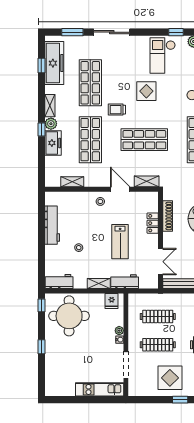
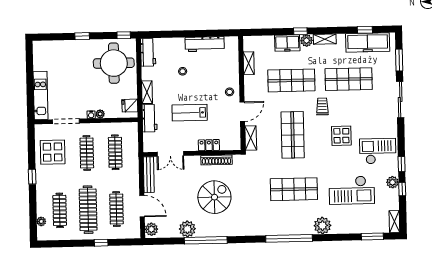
display table: (170, 378) -> (53, 152), moved

